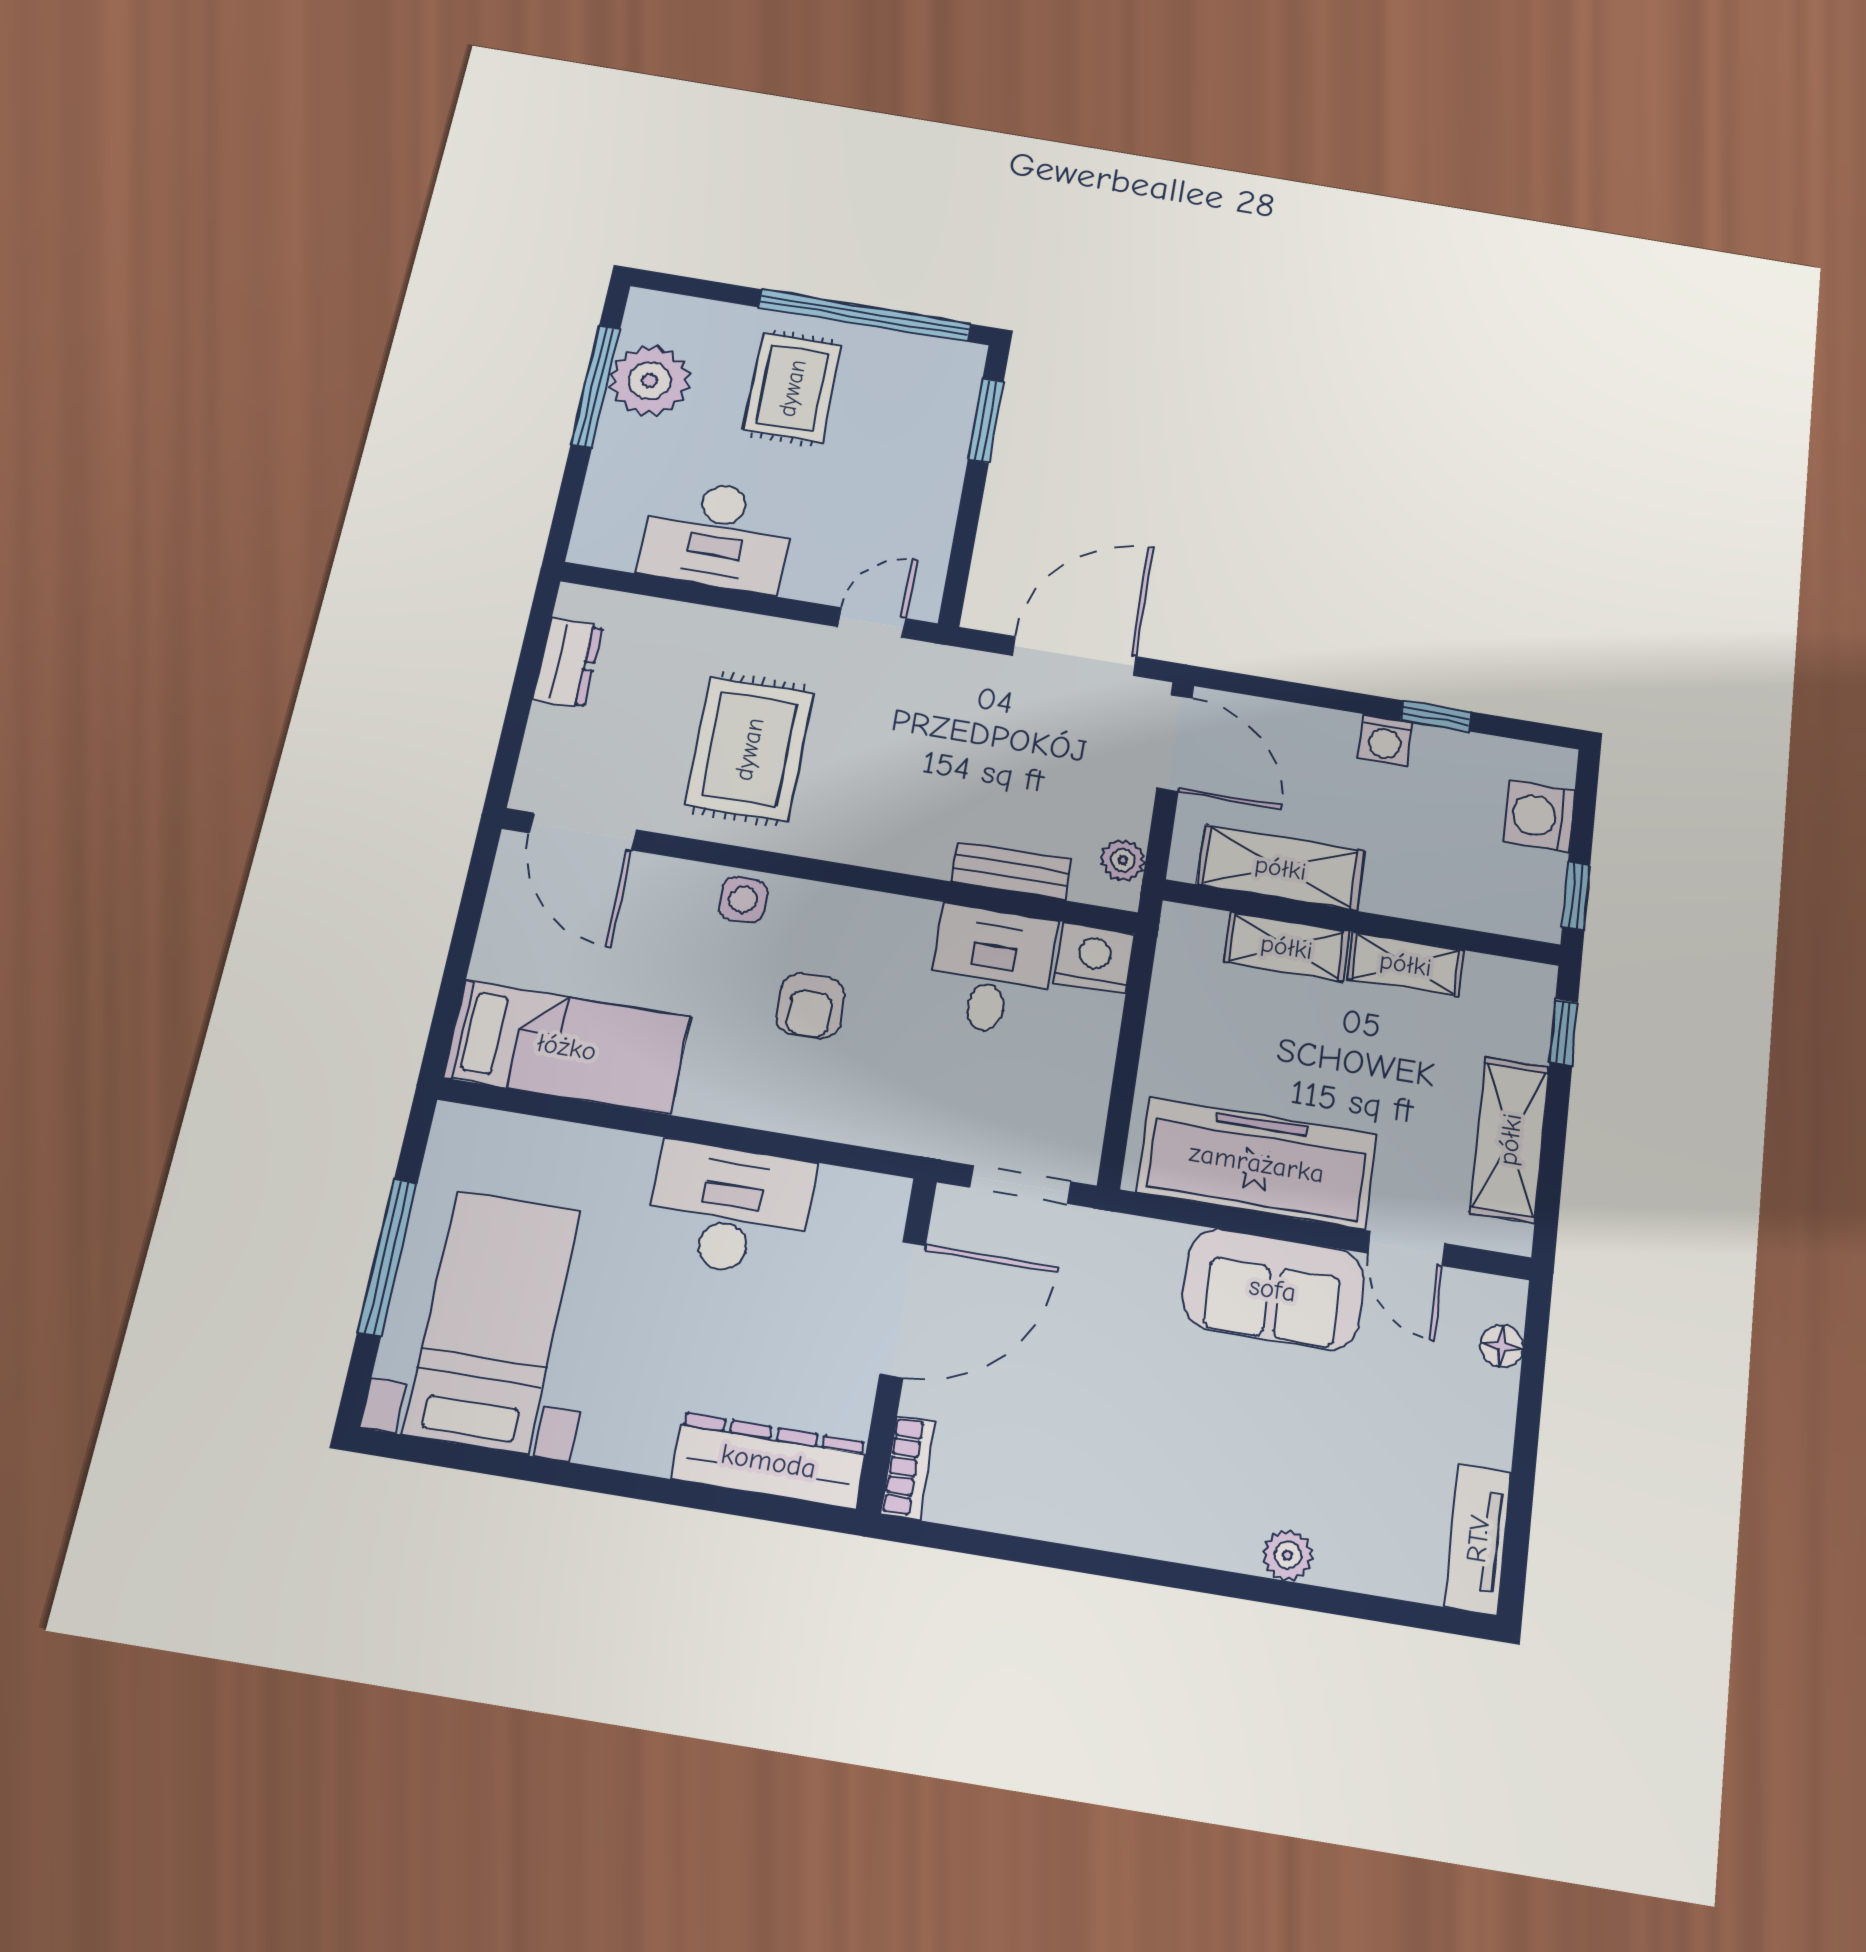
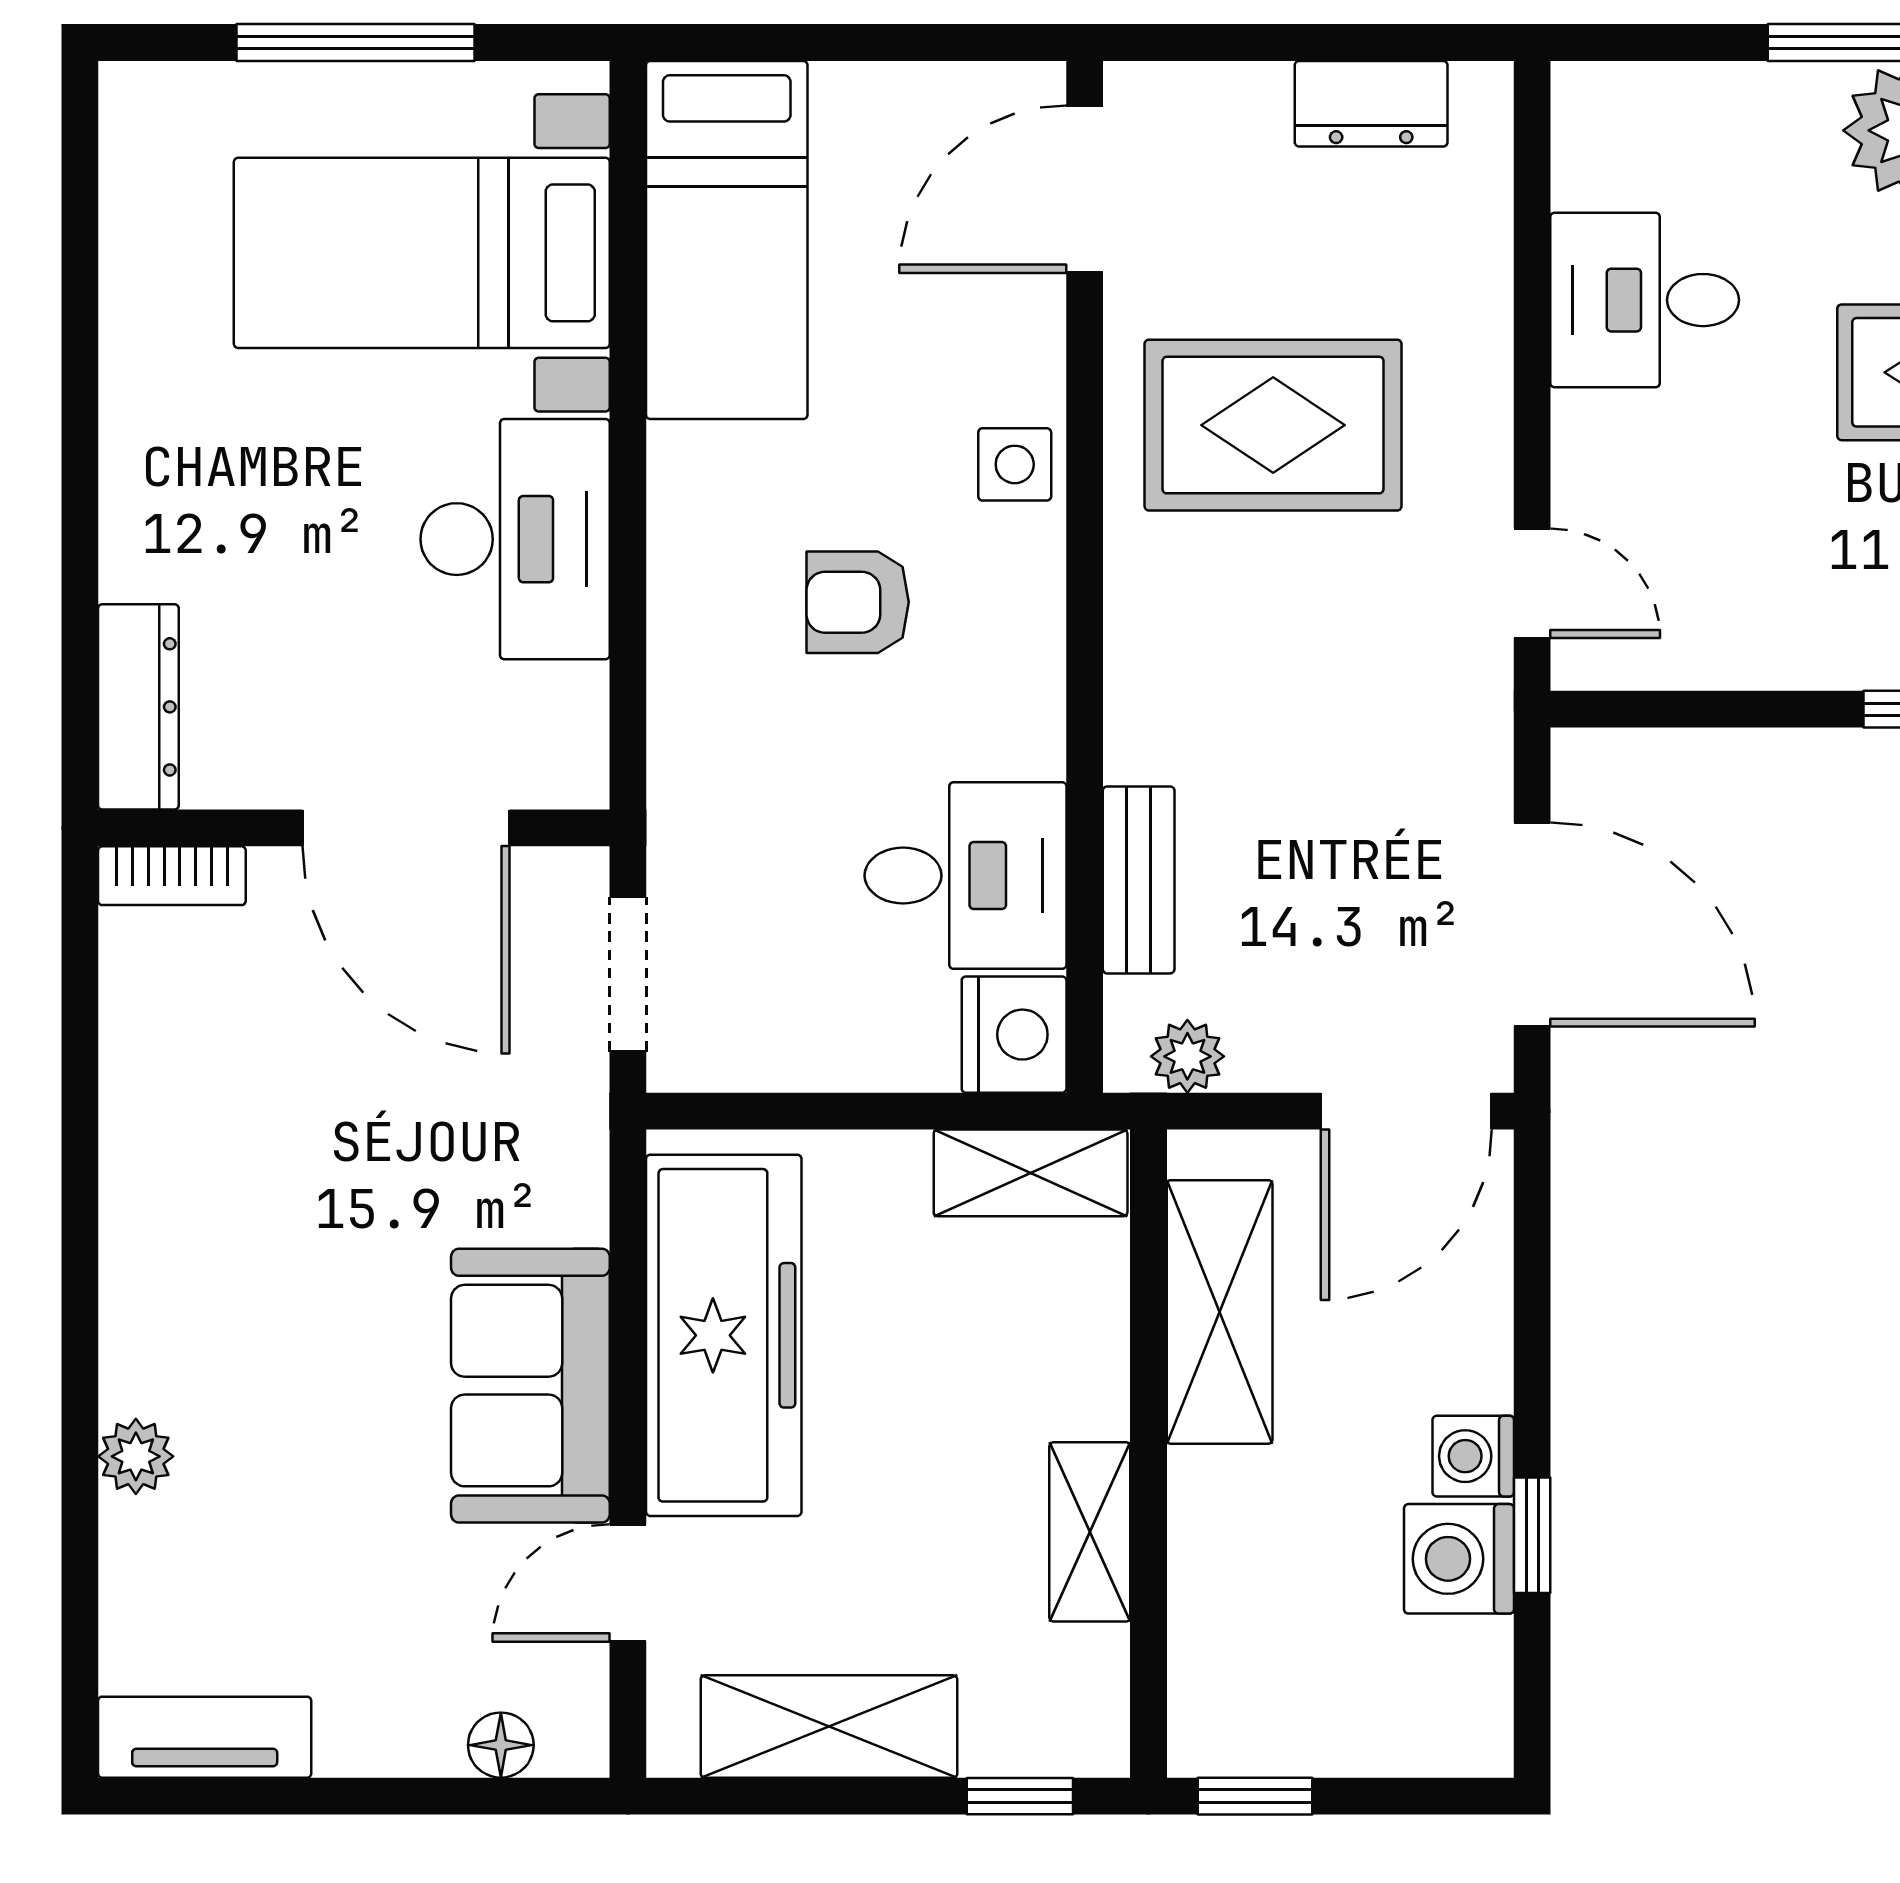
desk: (717, 535) -> (1645, 300), width x0.73
washing machine: (1539, 816) -> (1459, 1559), moved, turned -90
shelving: (1287, 947) -> (1031, 1173), moved, turned 90
bed with nightstands: (492, 1321) -> (422, 253), moved, turned 180
dresser: (769, 1461) -> (138, 707), width x0.73, depth x0.80

